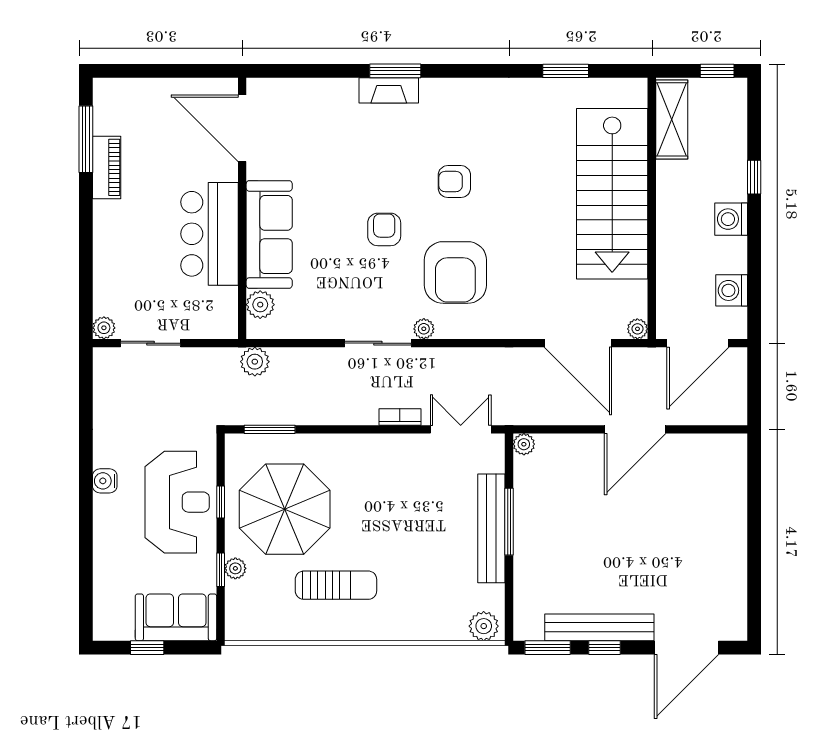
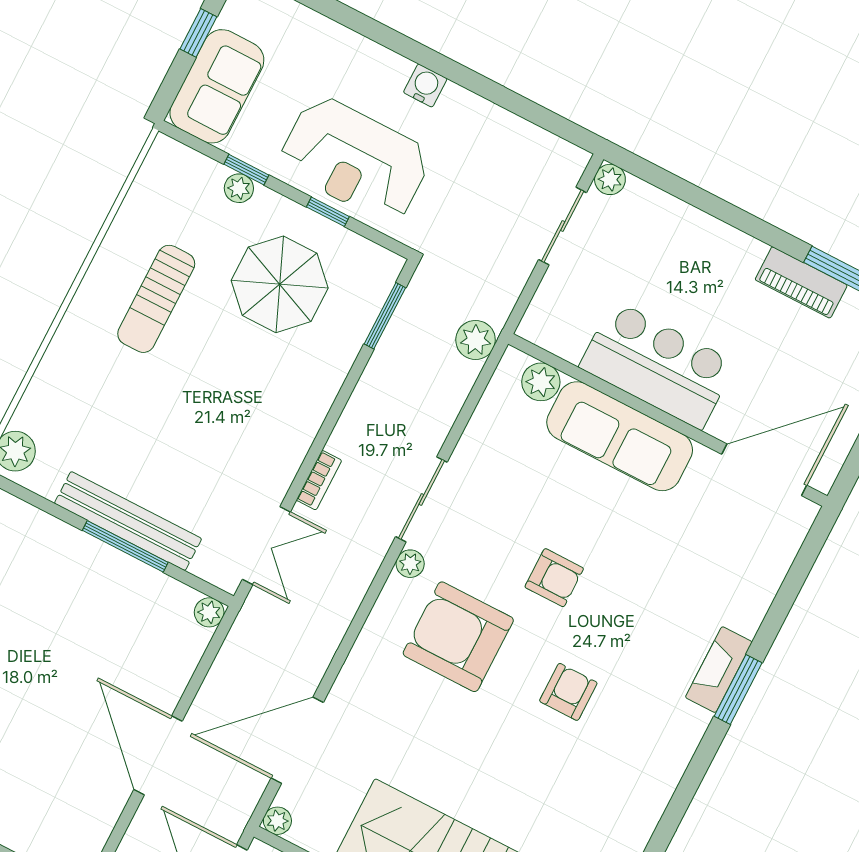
parasol: (285, 509) -> (280, 284), width x0.73, depth x0.73

